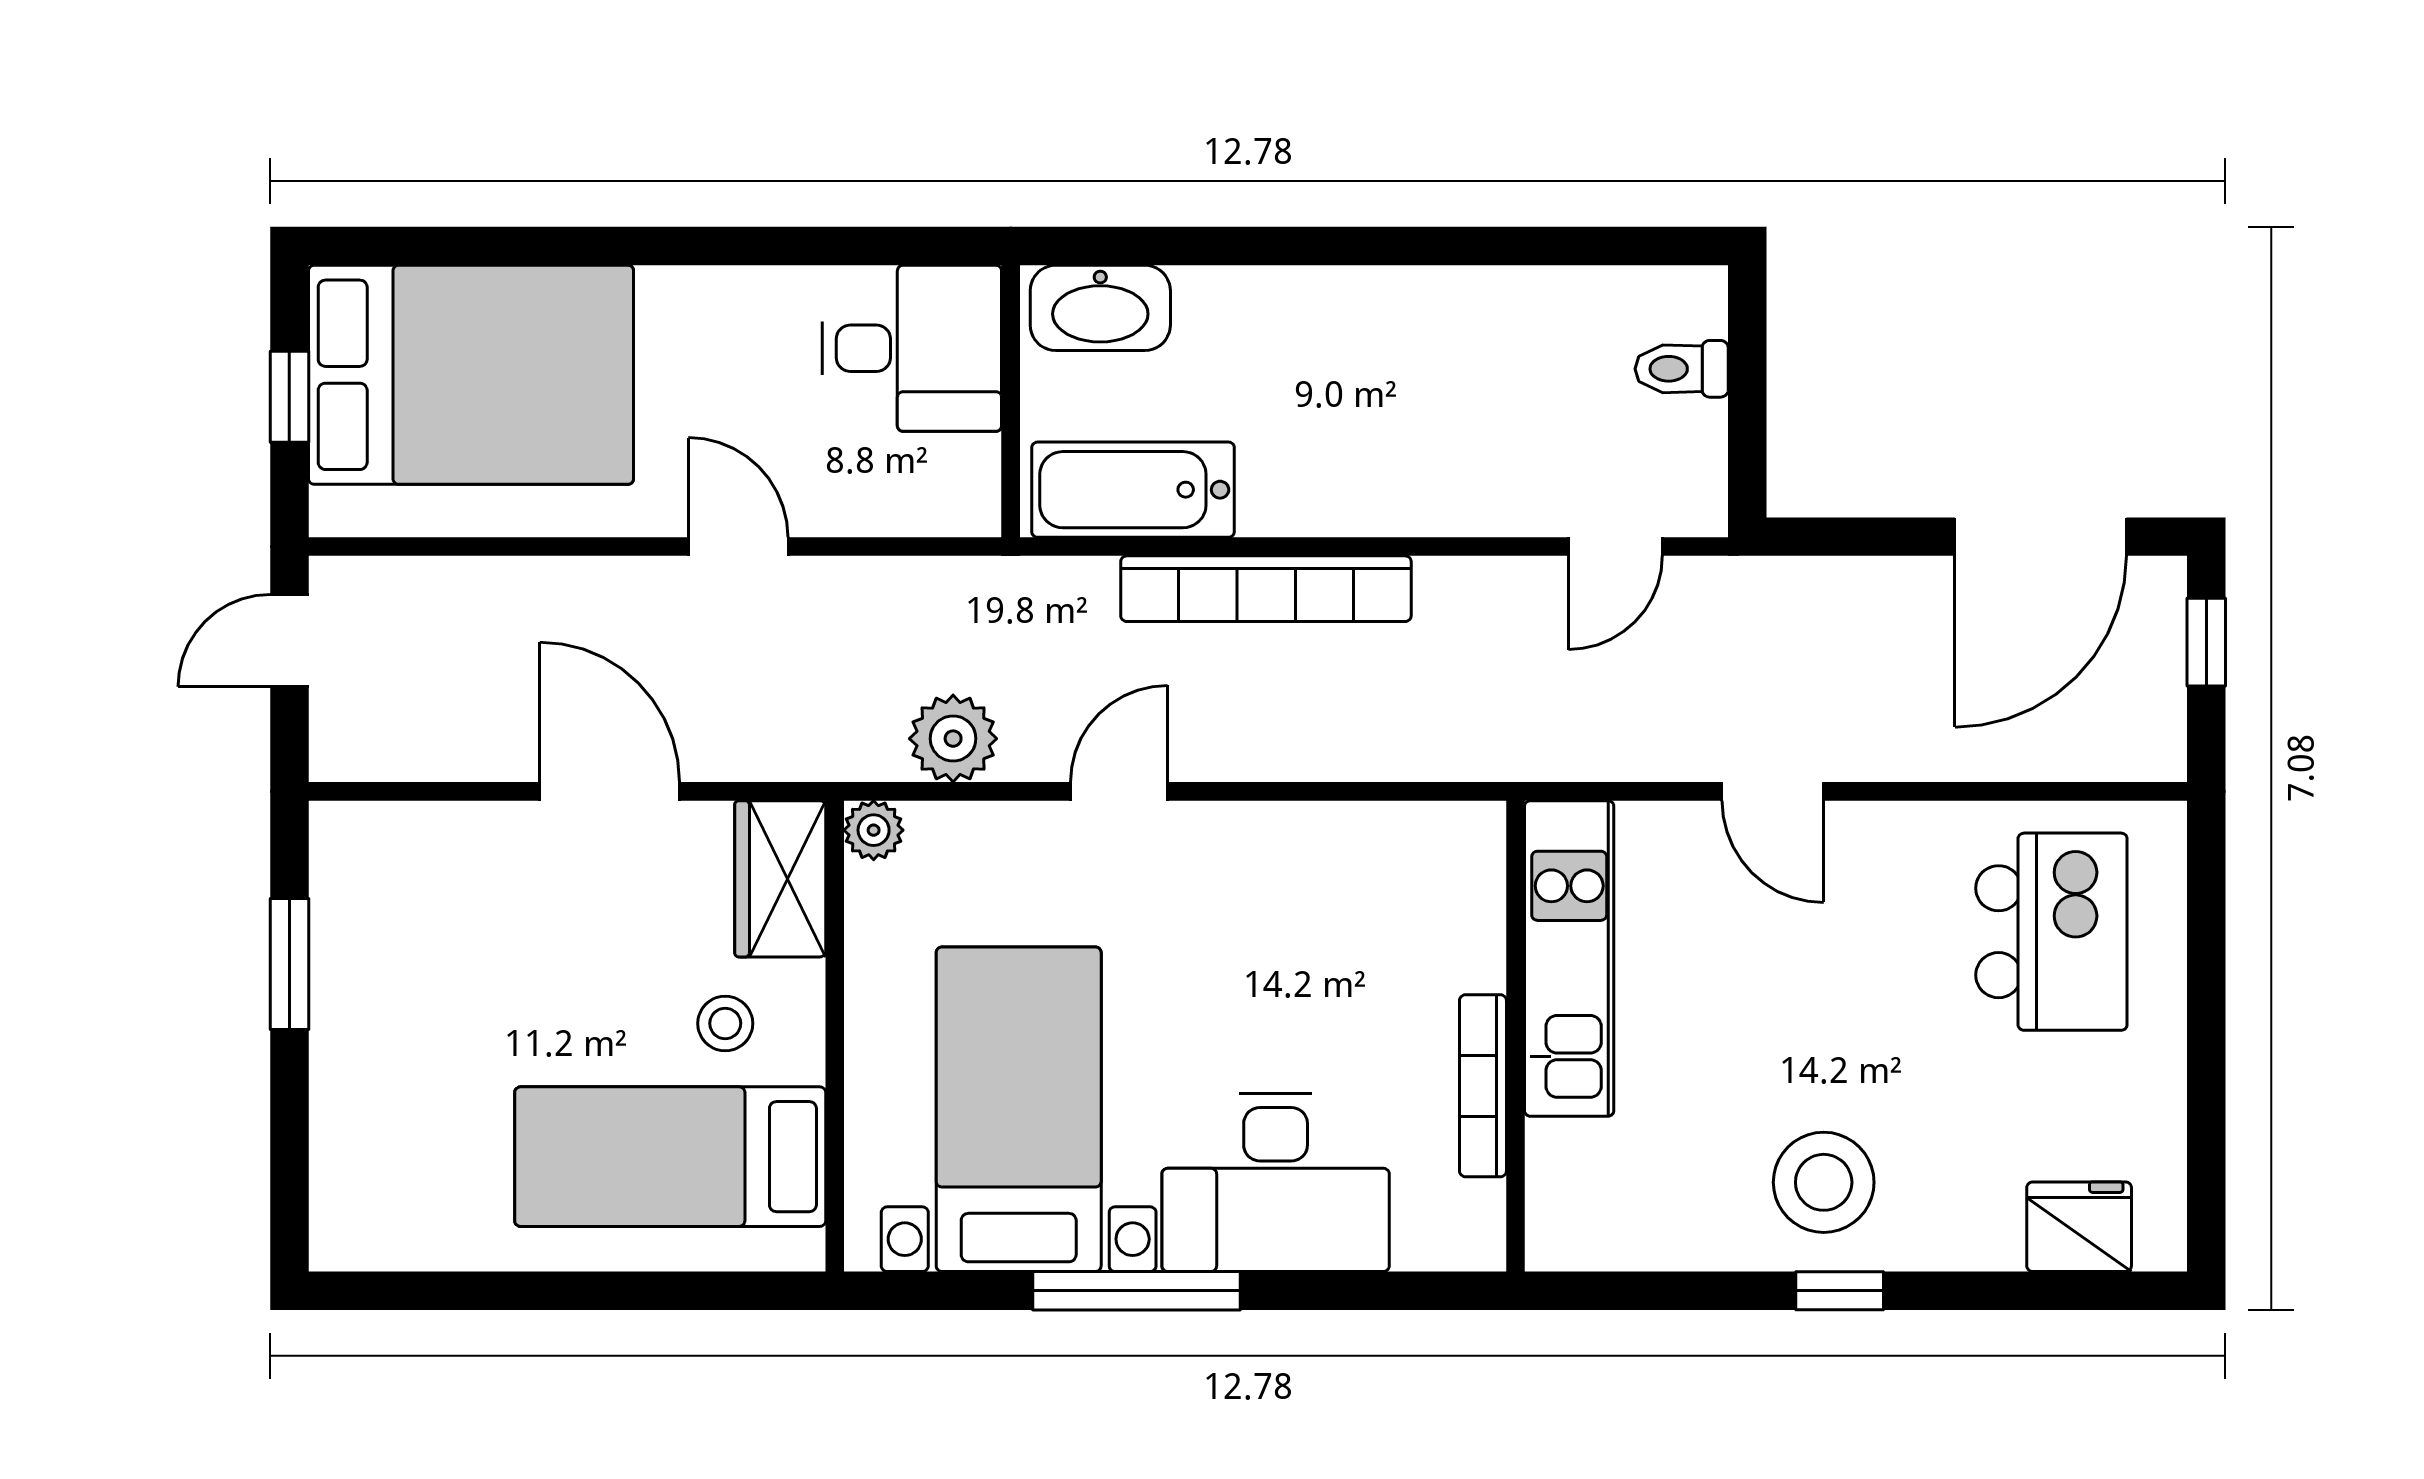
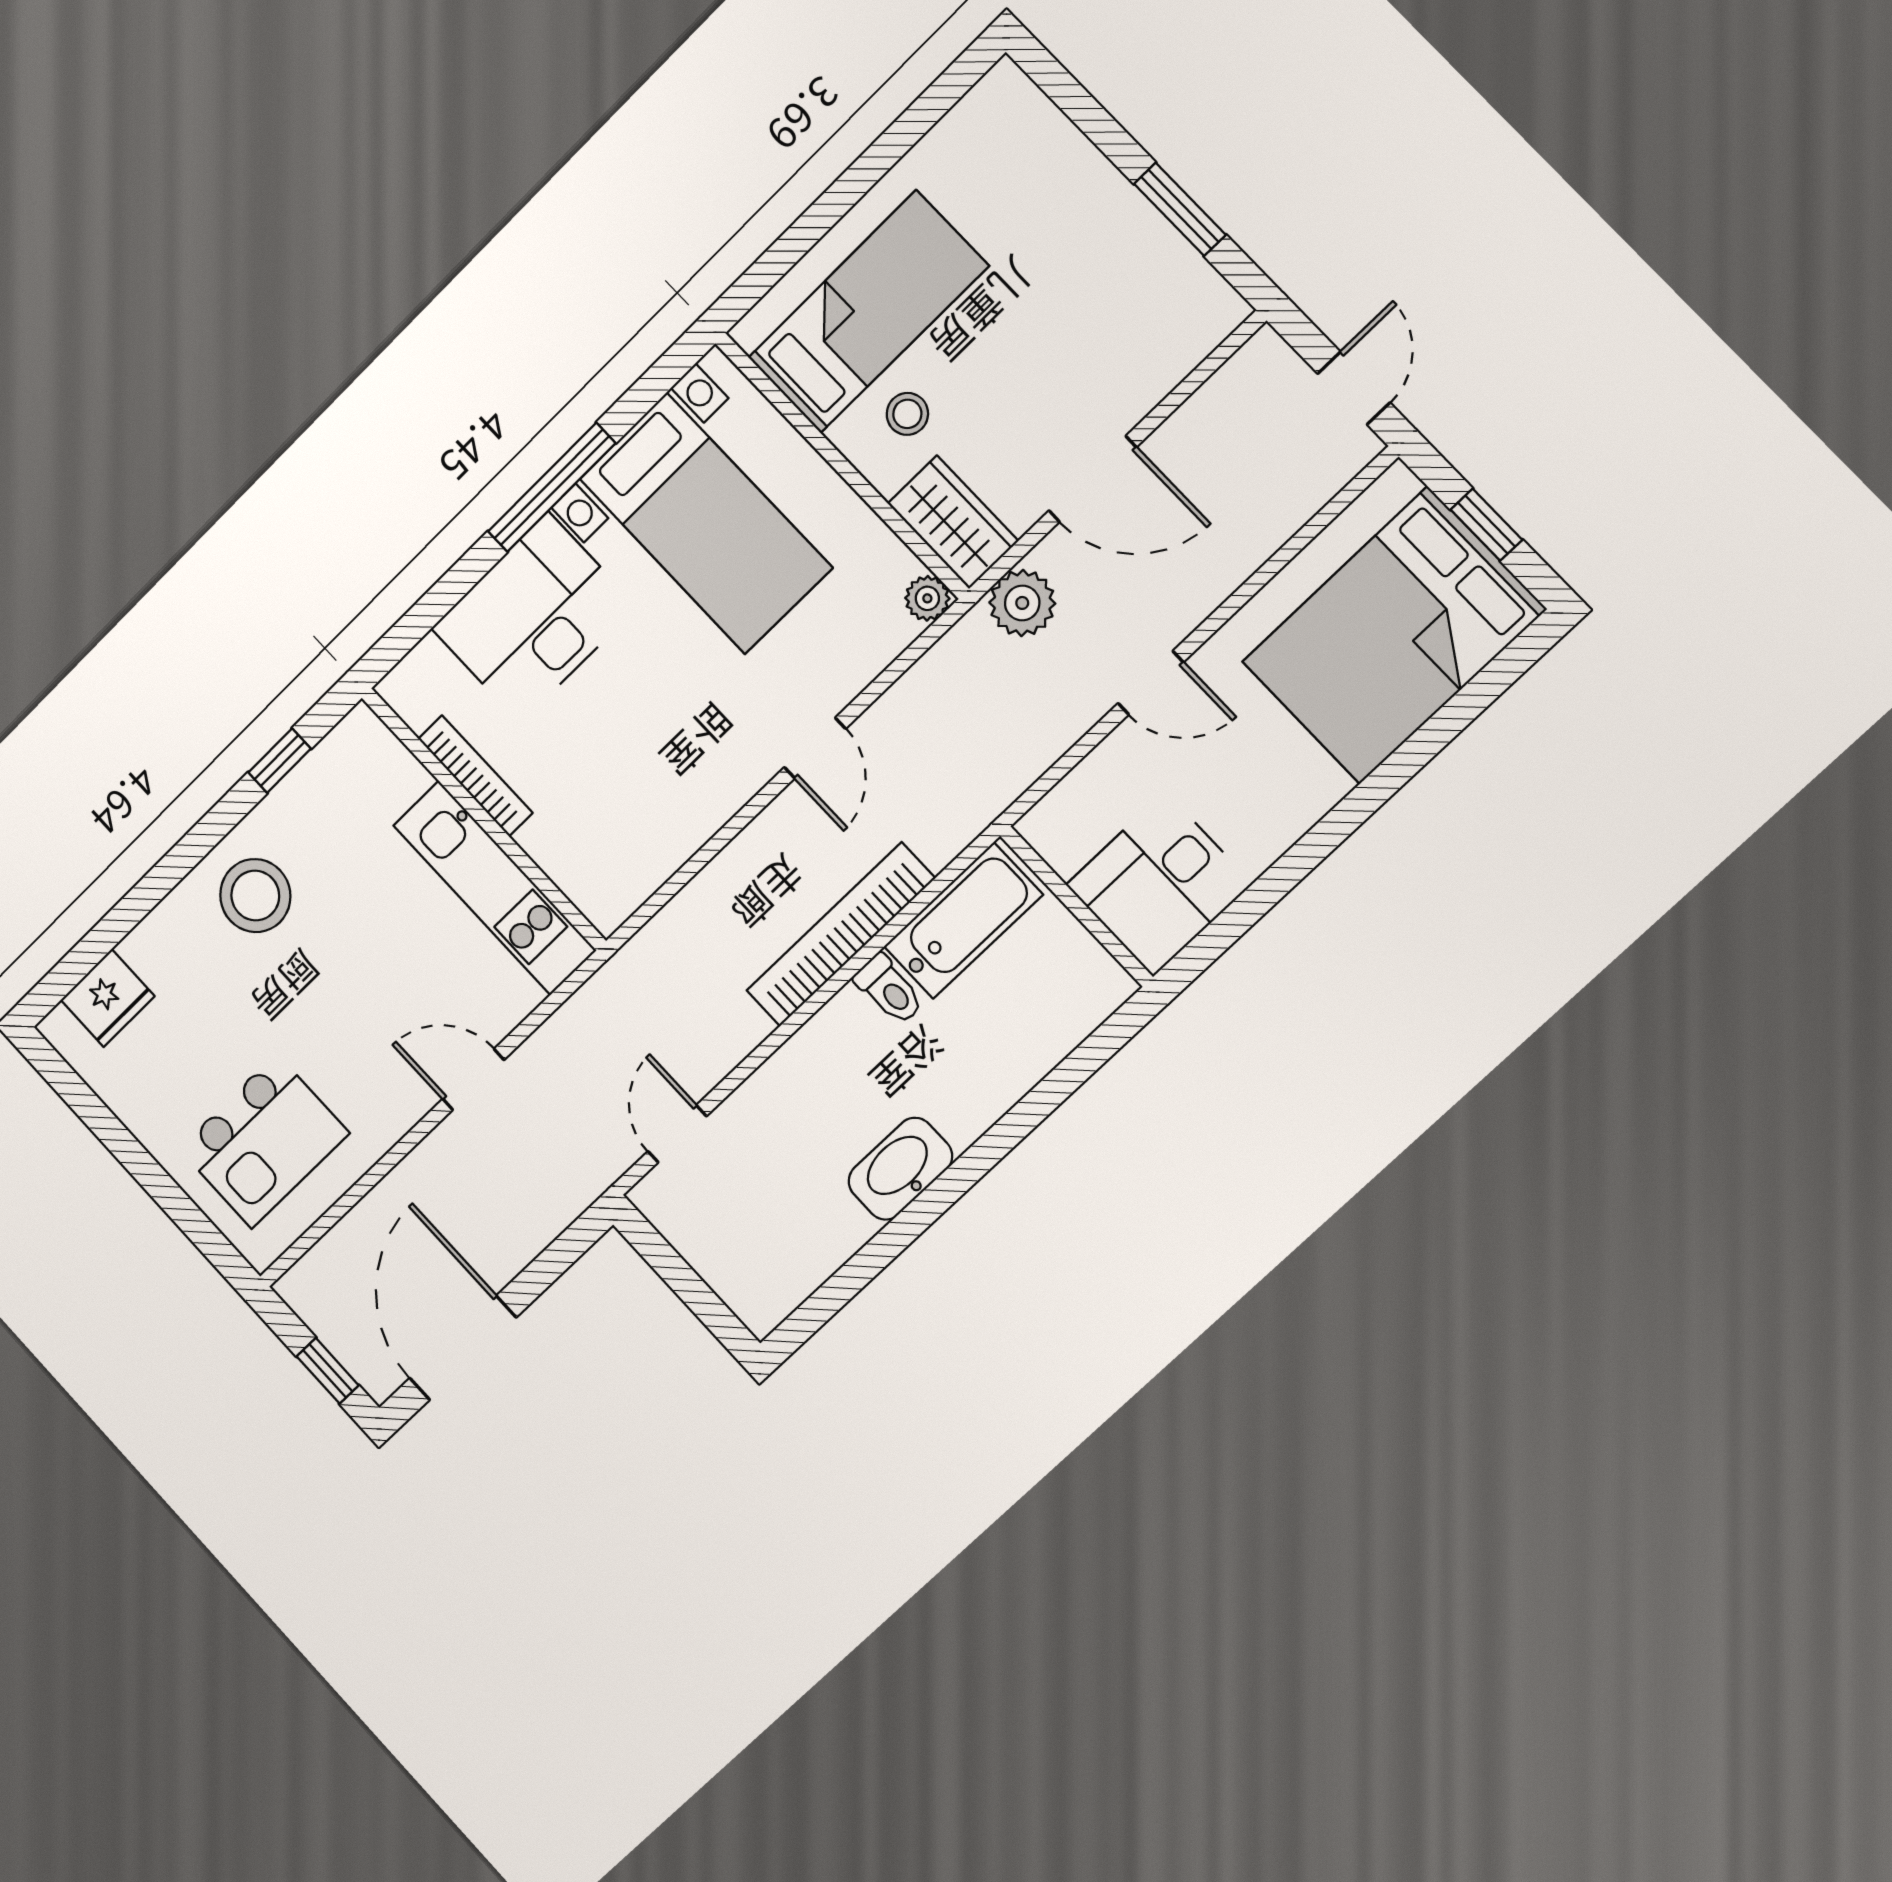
washbasin: (1100, 308) -> (900, 1169), moved
toilet: (1682, 369) -> (889, 990), moved, turned 90
plant: (953, 739) -> (1022, 603), moved
kitchen island: (2051, 932) -> (264, 1141), turned -90
window: (1840, 1291) -> (280, 761), moved

